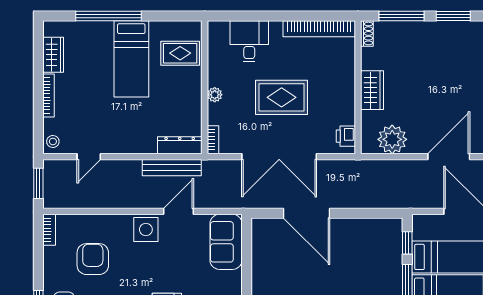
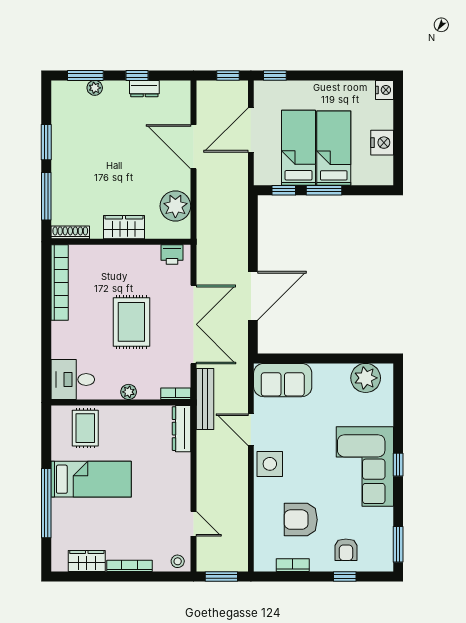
shoe rack: (367, 33) -> (70, 232), width x1.43
desk: (249, 41) -> (73, 380), moved
bench: (172, 168) -> (205, 399), moved
bookcase: (49, 230) -> (293, 565), moved

